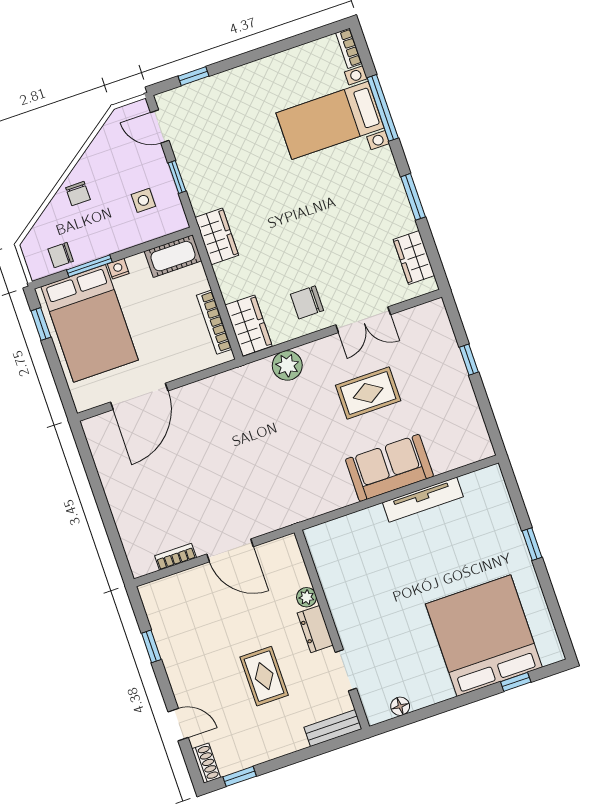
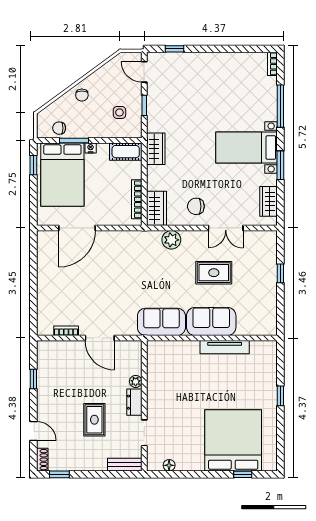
bed with nightstands: (330, 120) -> (247, 148), moved
sofa: (315, 494) -> (161, 322), added

